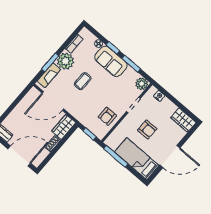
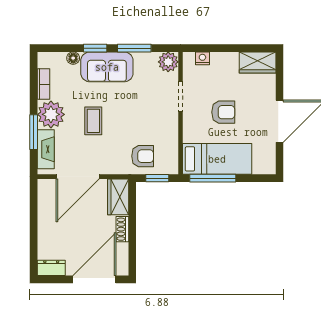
armchair: (107, 116) -> (143, 156), moved, turned -90
bed: (137, 159) -> (217, 159), moved, turned 180

